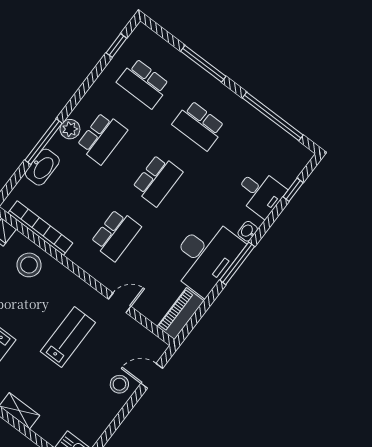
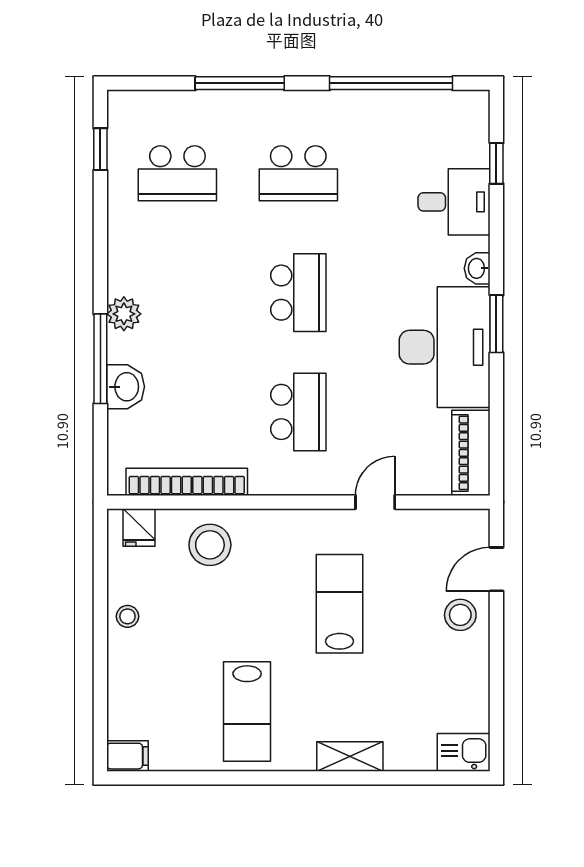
school desk: (102, 138) -> (177, 293), removed
washbasin: (42, 167) -> (126, 387), width x0.72
window: (237, 263) -> (496, 324), width x0.69

